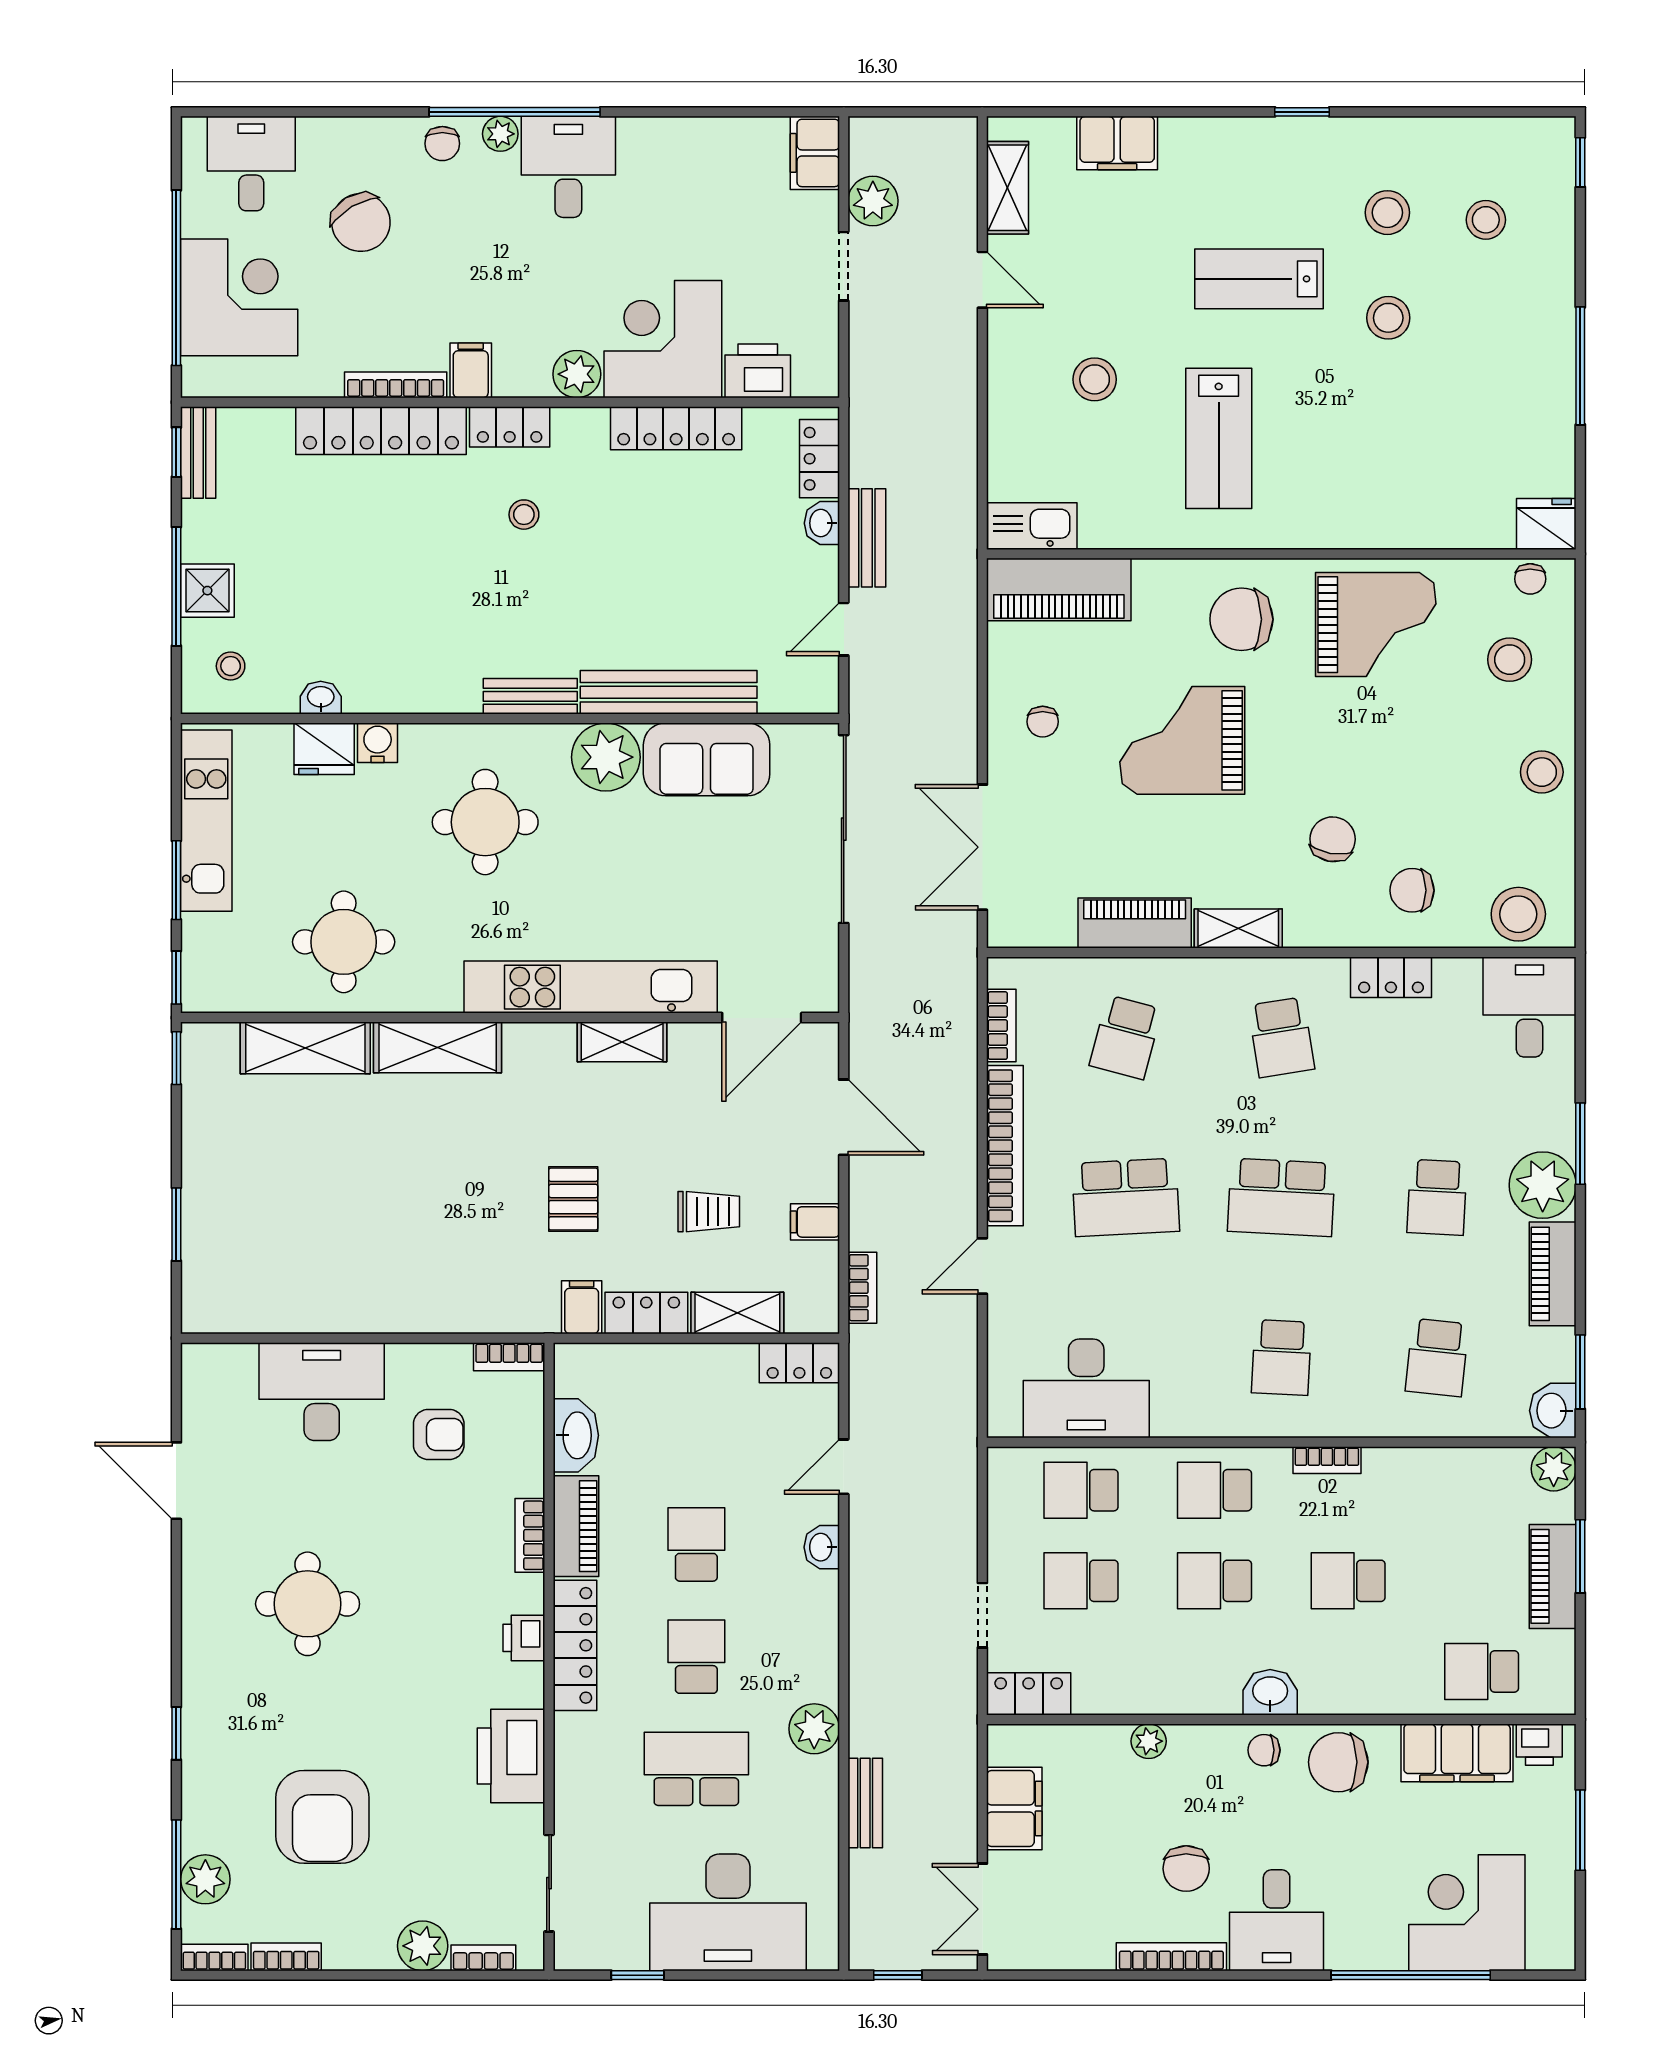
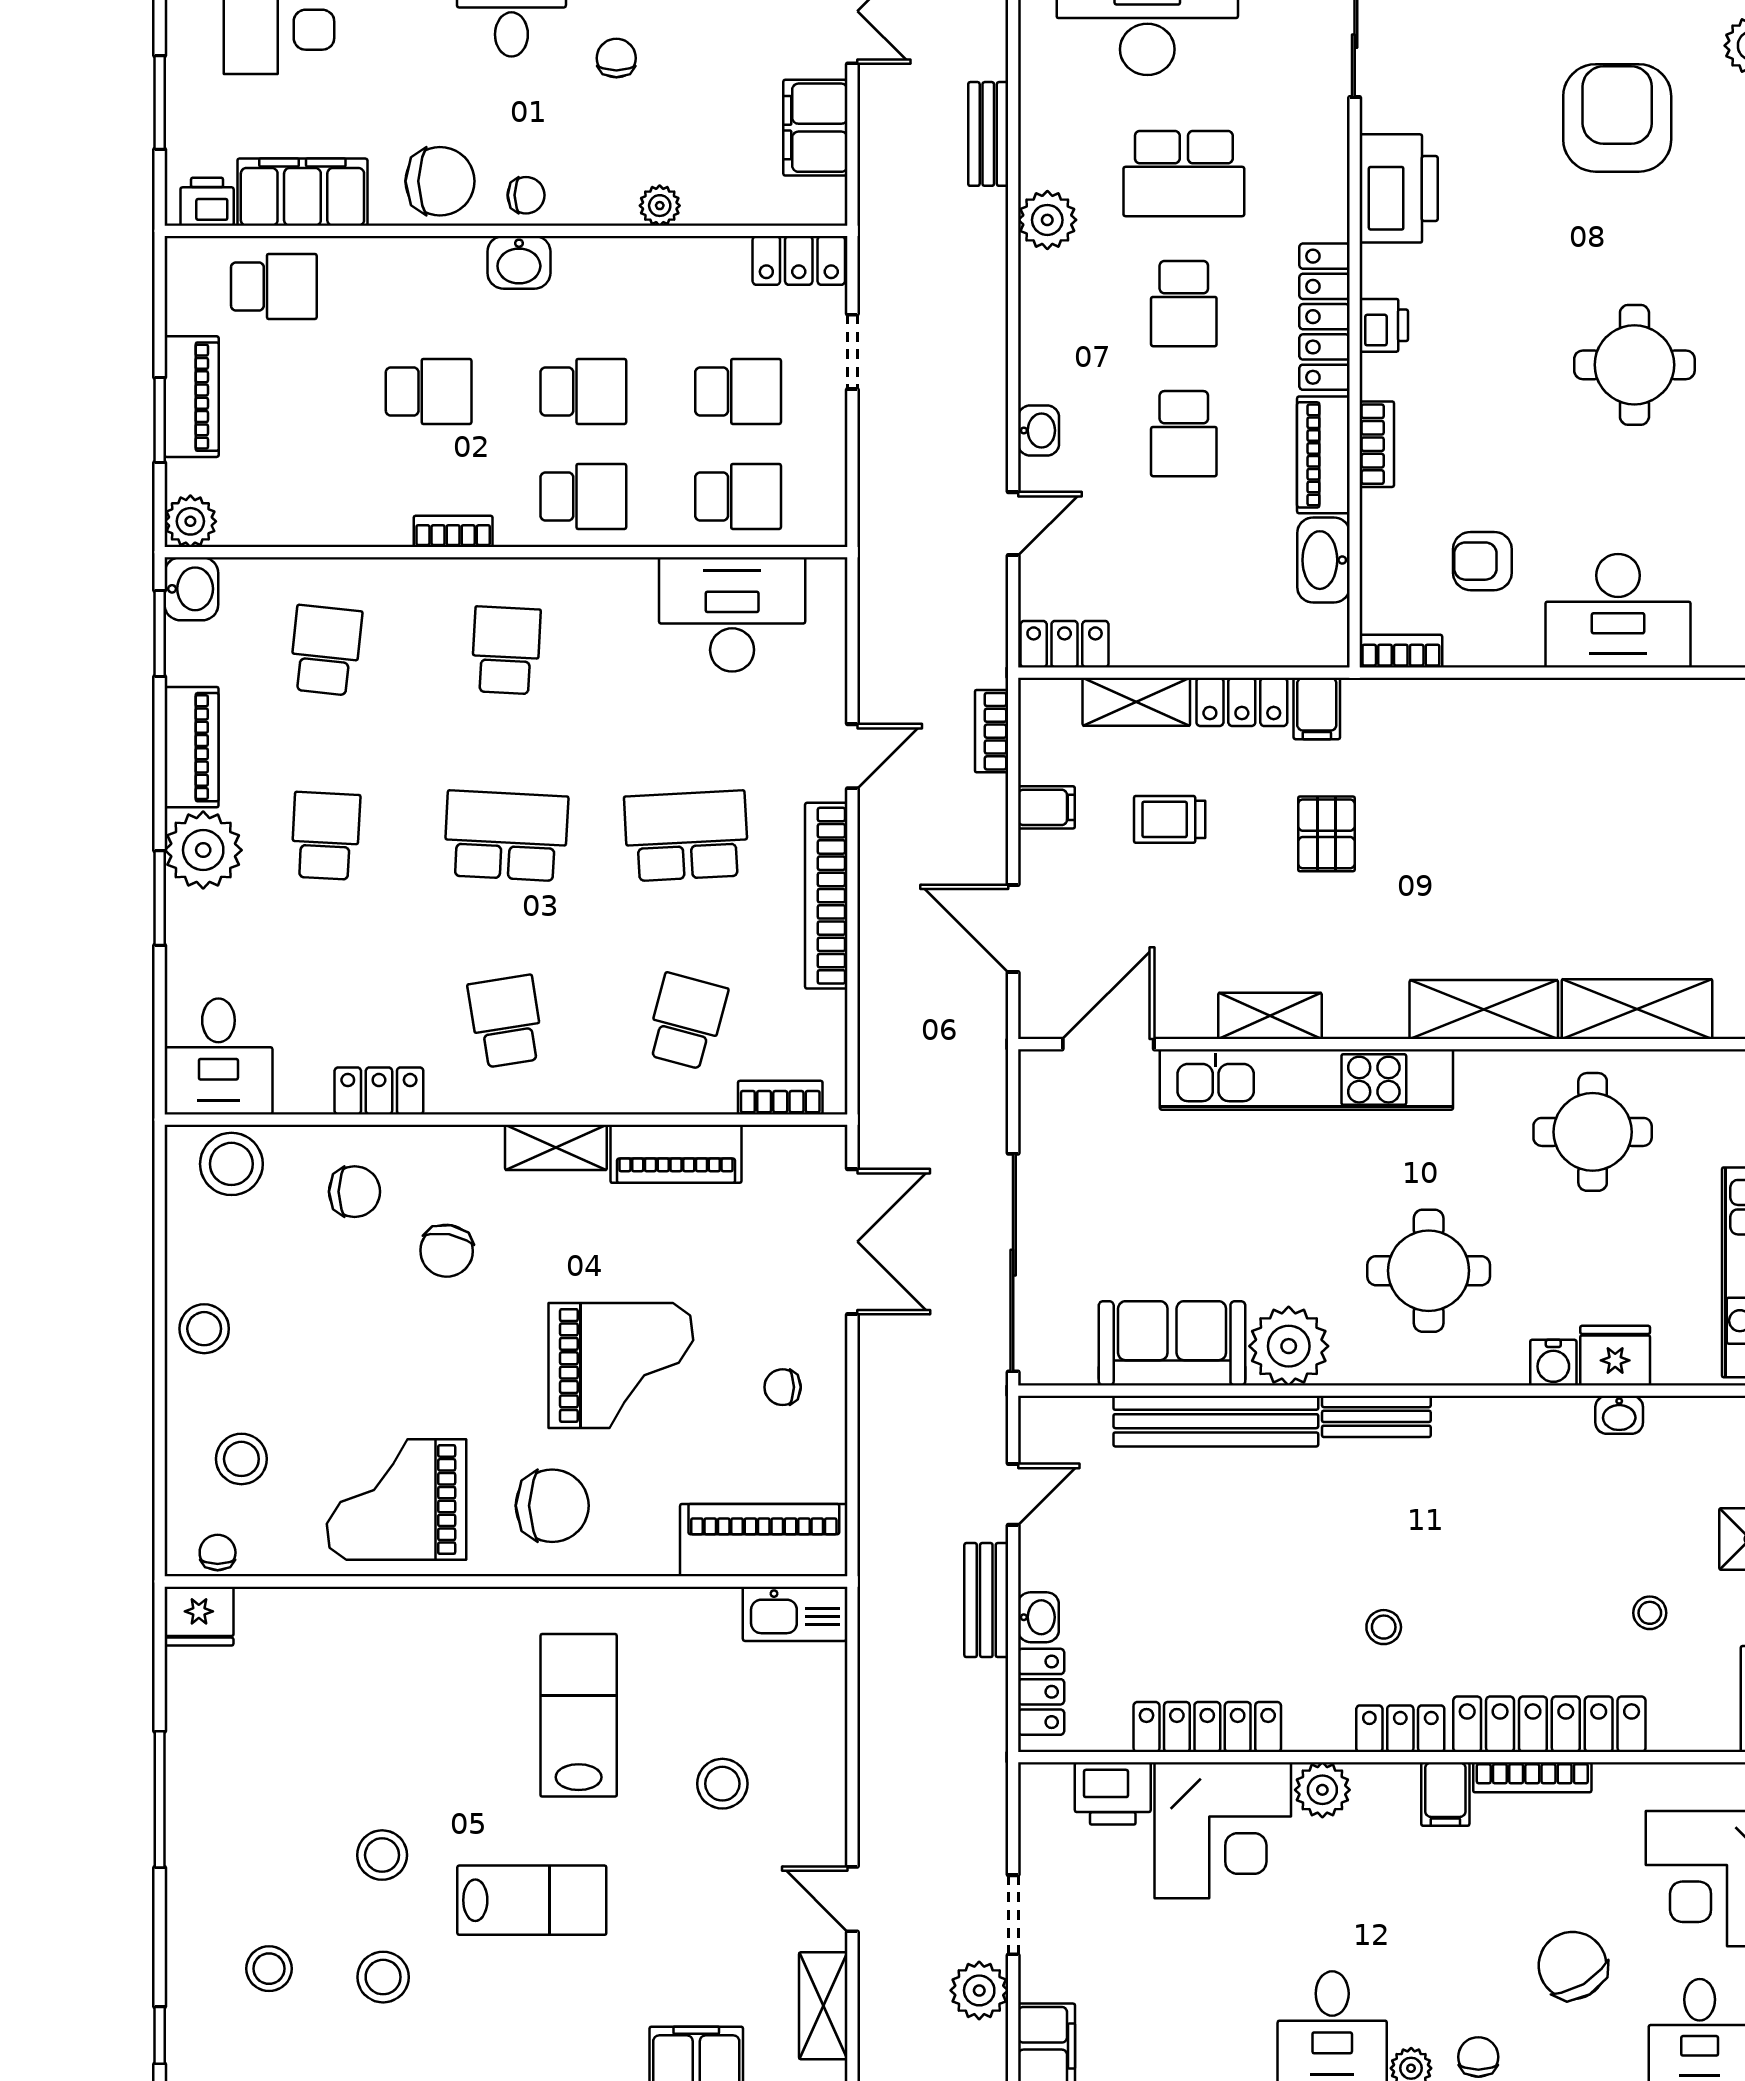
stool: (231, 666) -> (1650, 1613), moved
chair: (1043, 722) -> (783, 1387), turned -90
bookcase: (1001, 1026) -> (780, 1098), moved, turned 90
chair: (1186, 1869) -> (616, 58), width x0.73, depth x0.73

